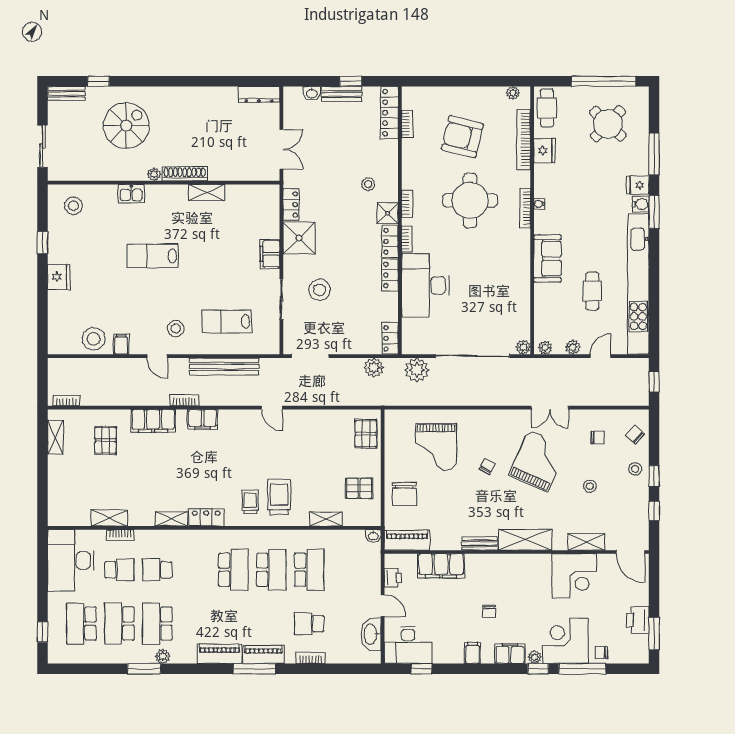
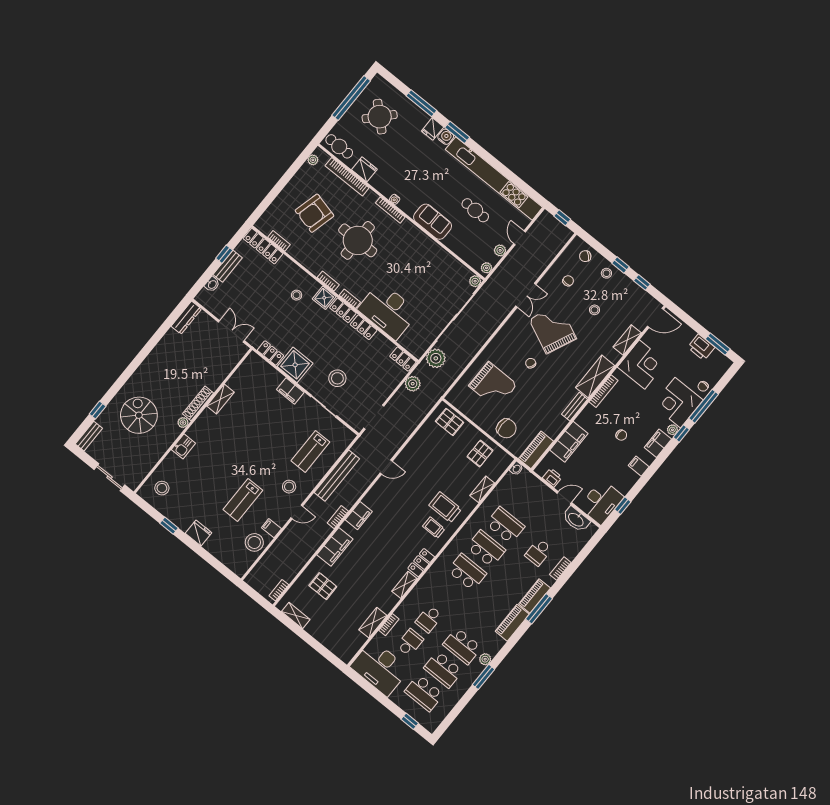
lab bench: (153, 256) -> (243, 500), moved
bookcase: (518, 559) -> (603, 391), added

